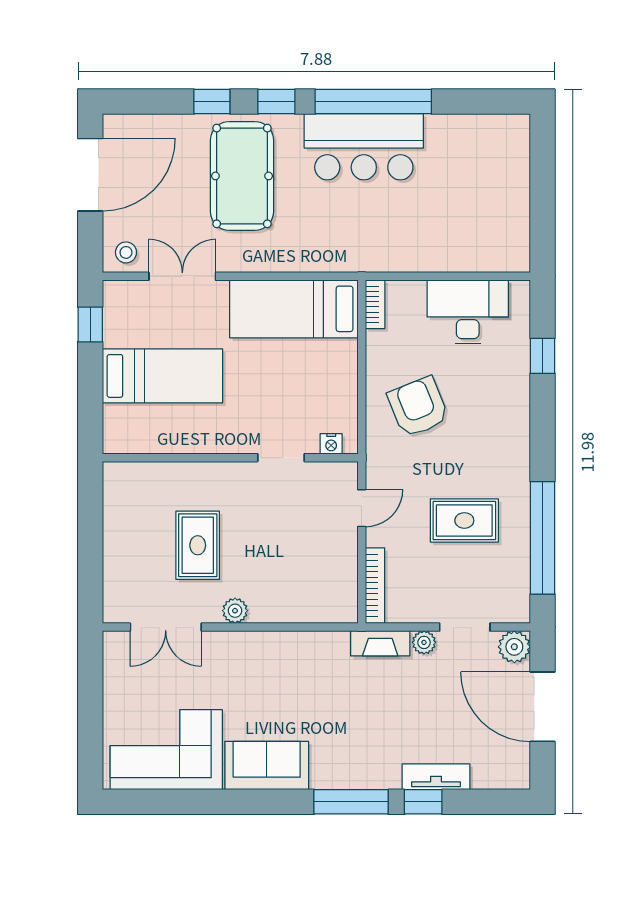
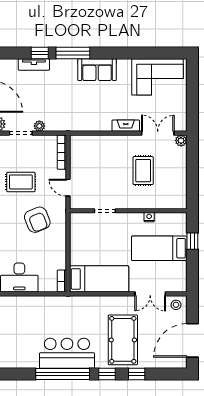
window: (90, 324) -> (192, 241), moved
armchair: (418, 407) -> (37, 220), moved
nightstand: (331, 444) -> (149, 217), moved
door: (362, 508) -> (68, 188), hinge flipped
plant: (235, 611) -> (181, 141), moved
fireplace: (380, 643) -> (126, 126), moved
sofa: (267, 766) -> (97, 70), moved

